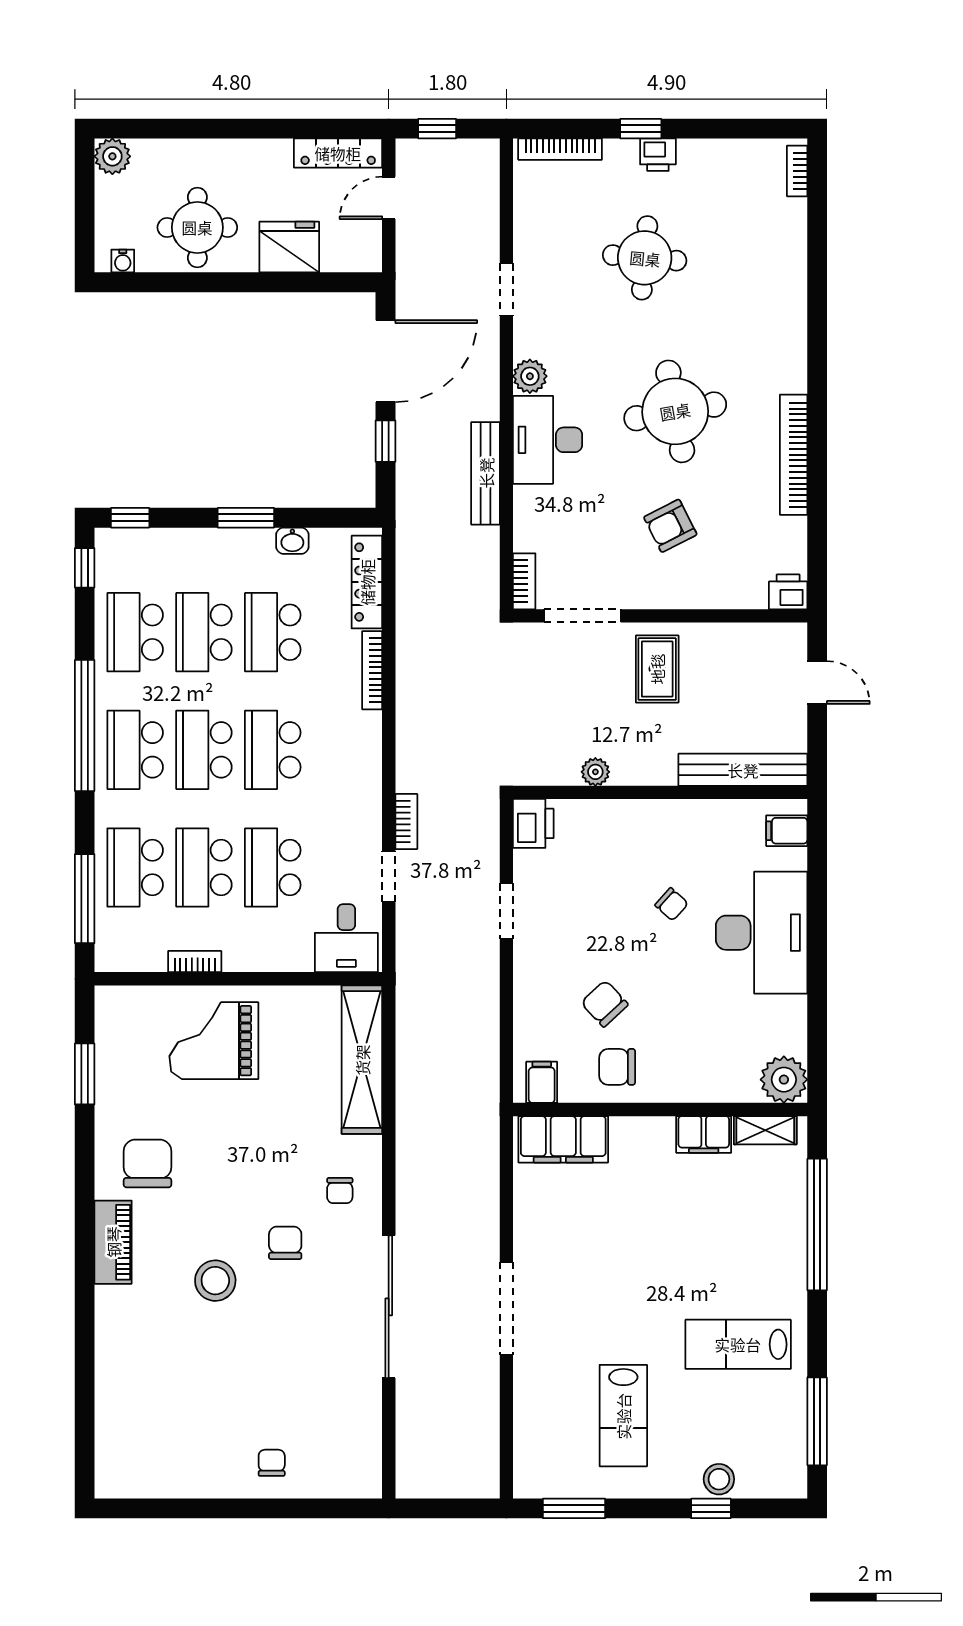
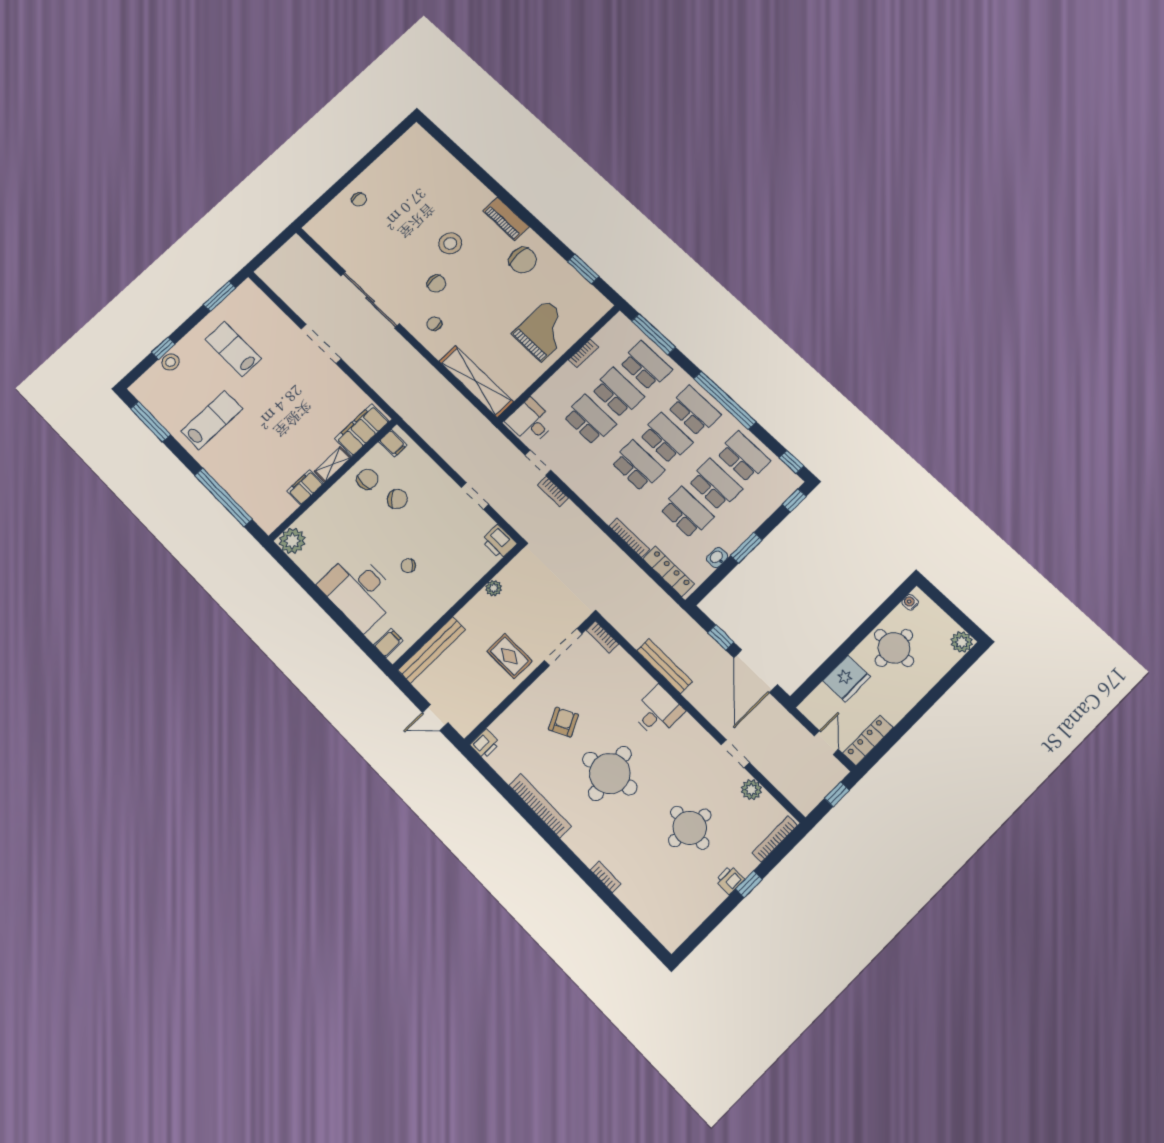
bookcase: (797, 171) -> (606, 877), moved
plant: (530, 376) -> (751, 790), moved
desk: (548, 440) -> (658, 712), width x0.73
shelving: (765, 1130) -> (333, 465), moved

